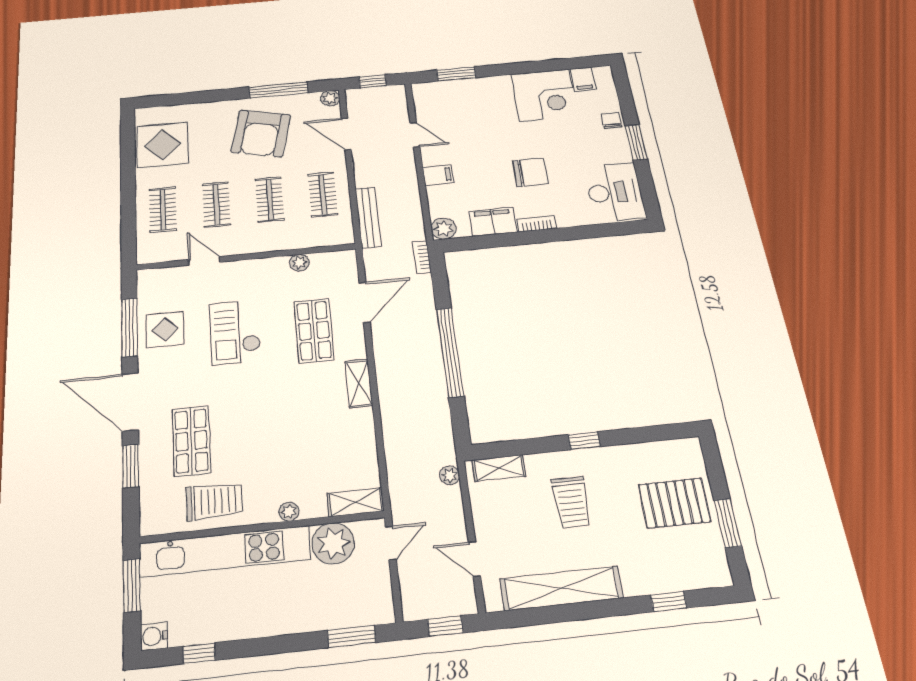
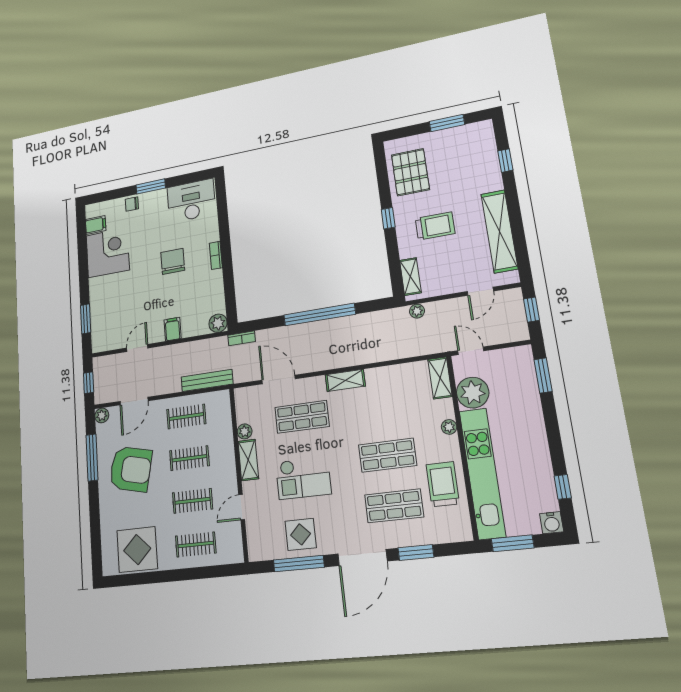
filing cabinet: (493, 222) -> (213, 287), removed
shelving: (263, 268) -> (248, 460), added
shop shelf: (257, 434) -> (388, 455), added
pallet: (674, 503) -> (410, 172), moved

